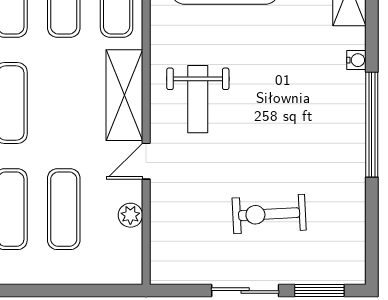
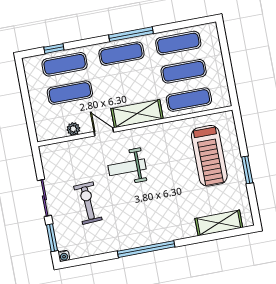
water cooler: (356, 60) -> (64, 256), moved
weight bench: (198, 99) -> (127, 167), moved

